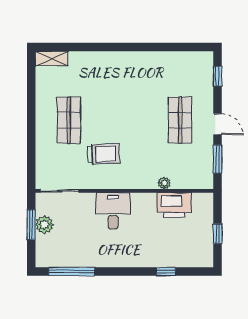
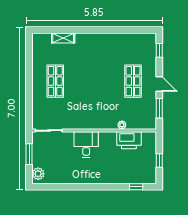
shelving: (52, 59) -> (63, 38), moved
trolley: (104, 154) -> (80, 105), removed
plant: (44, 225) -> (38, 174), moved
window: (72, 271) -> (57, 187), removed
window: (166, 271) -> (136, 187), moved

